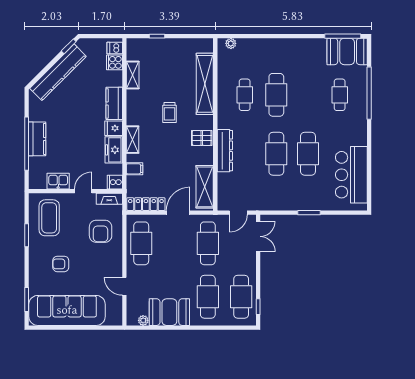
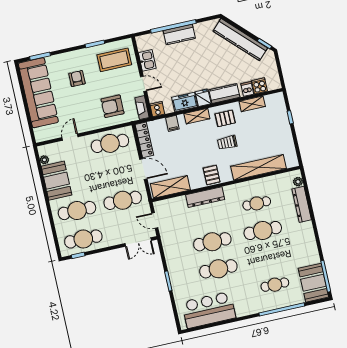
dresser: (257, 45) -> (302, 204), added
dishwasher: (115, 48) -> (247, 89), moved
pallet: (142, 109) -> (225, 118), added

